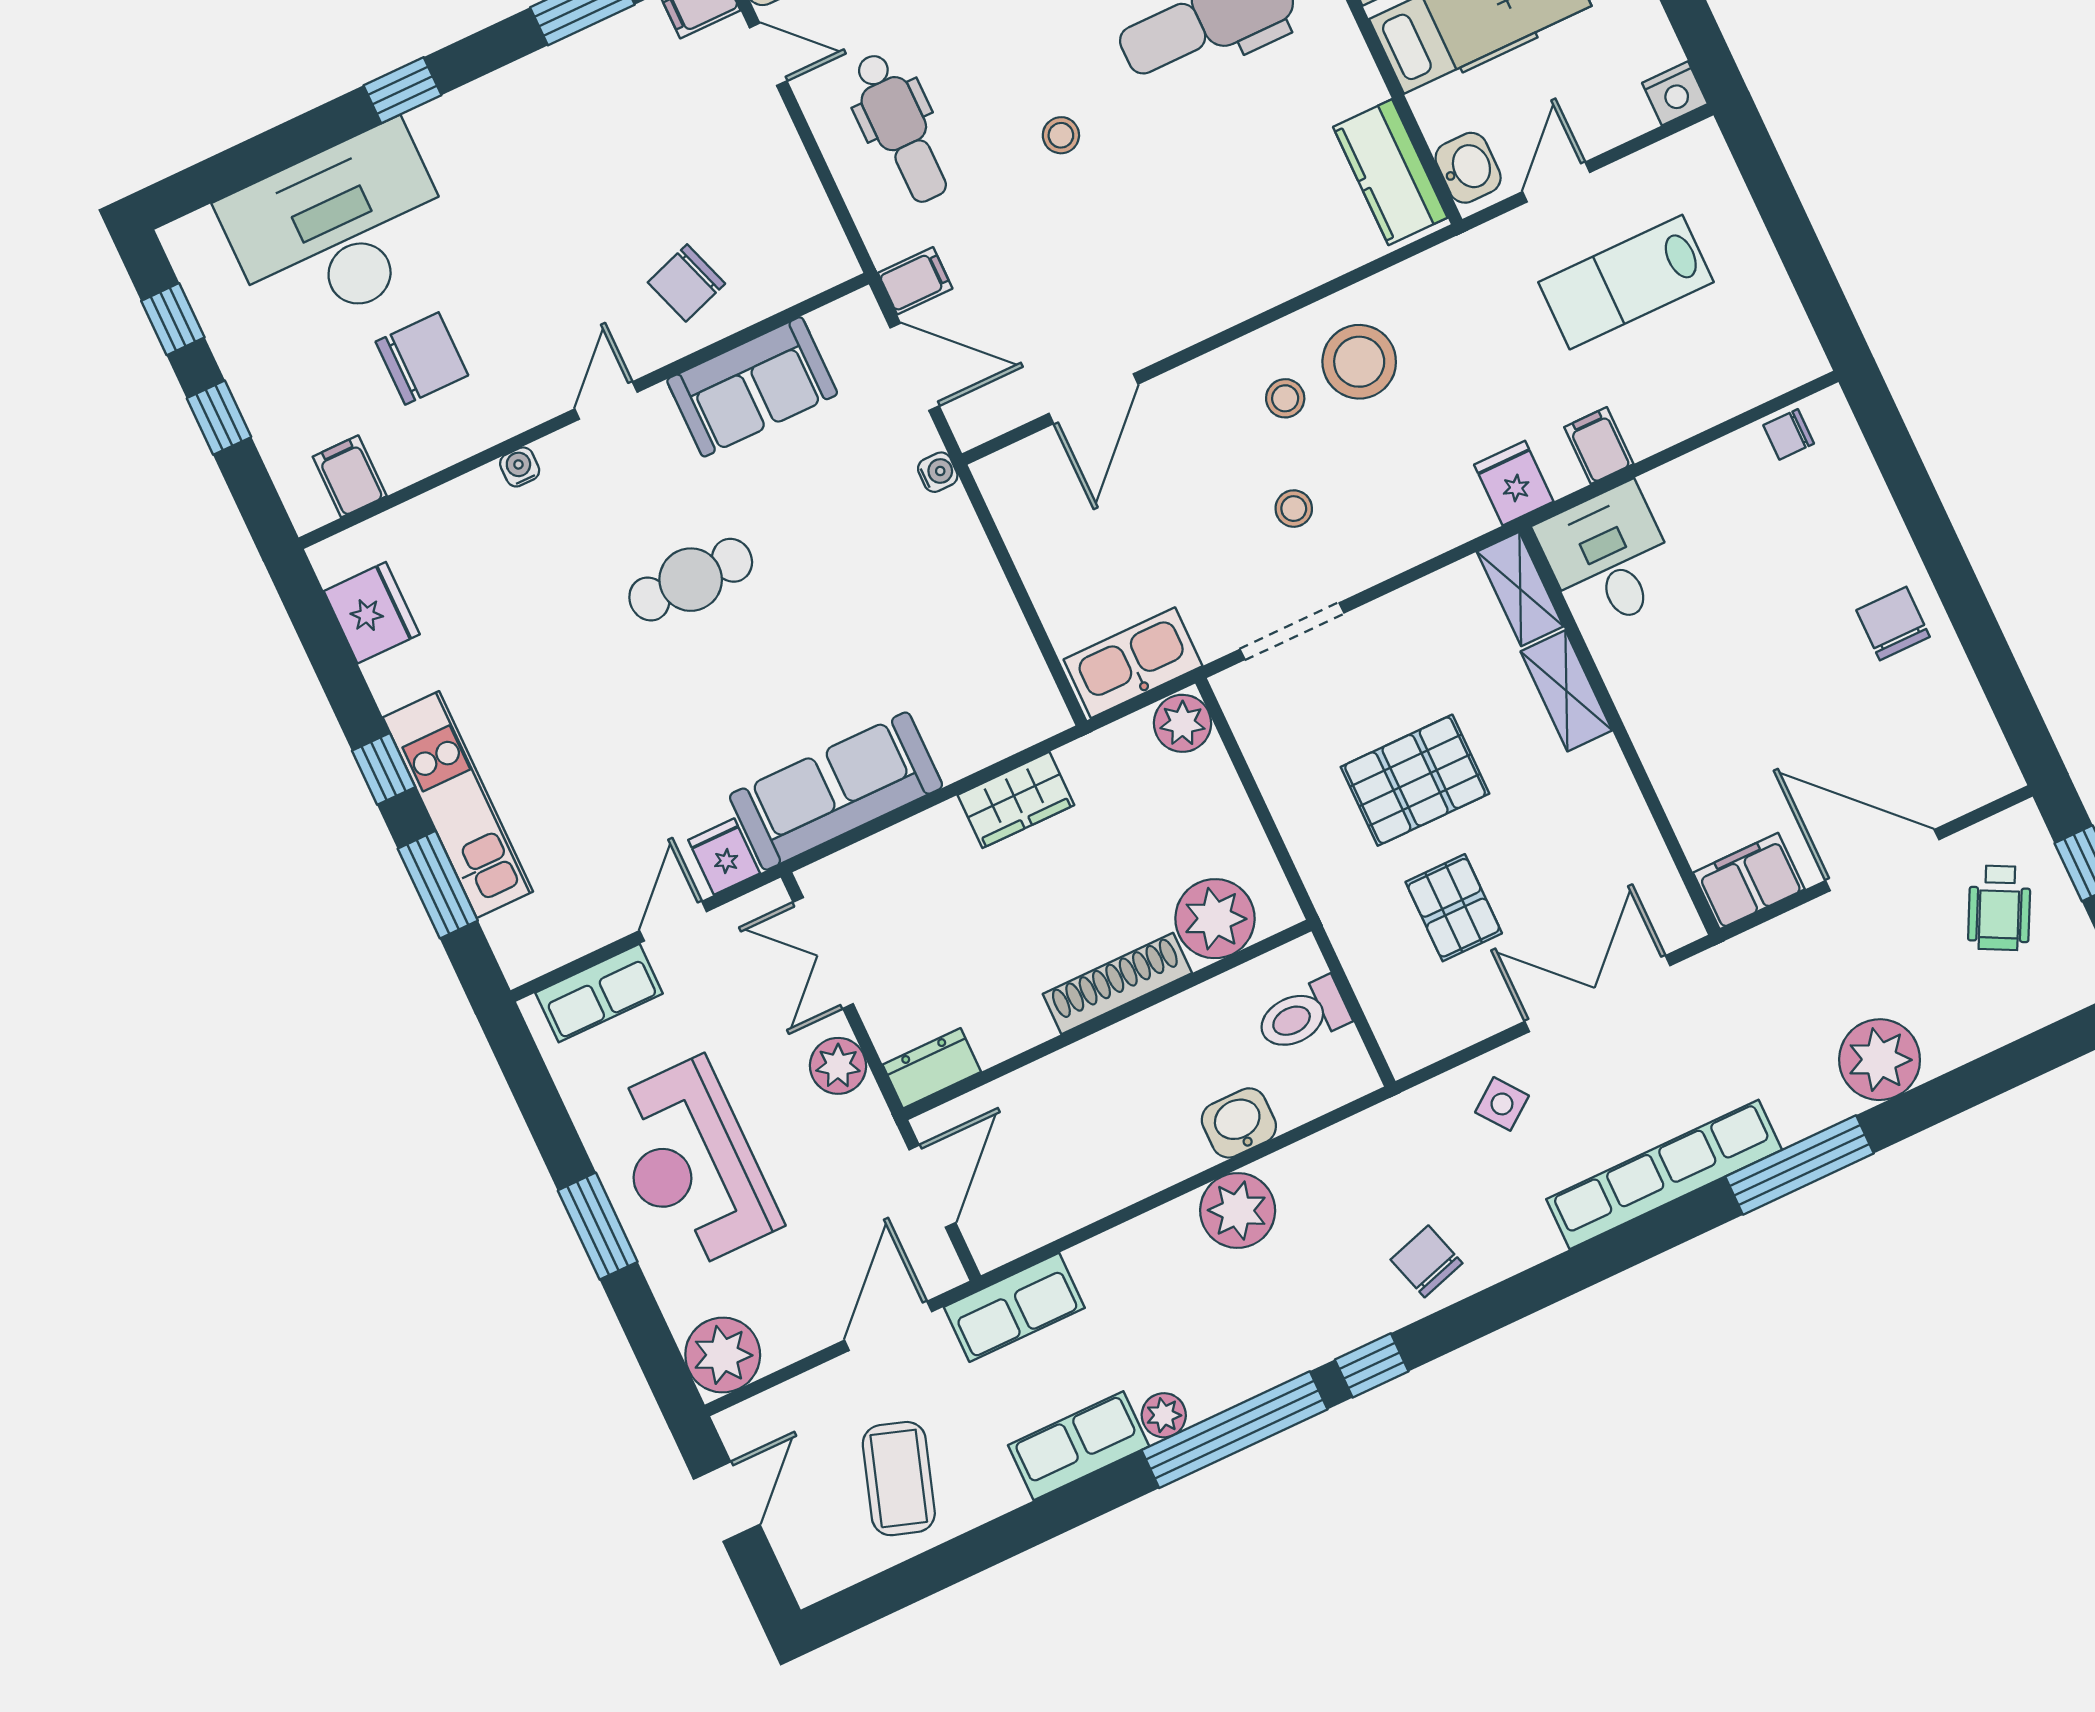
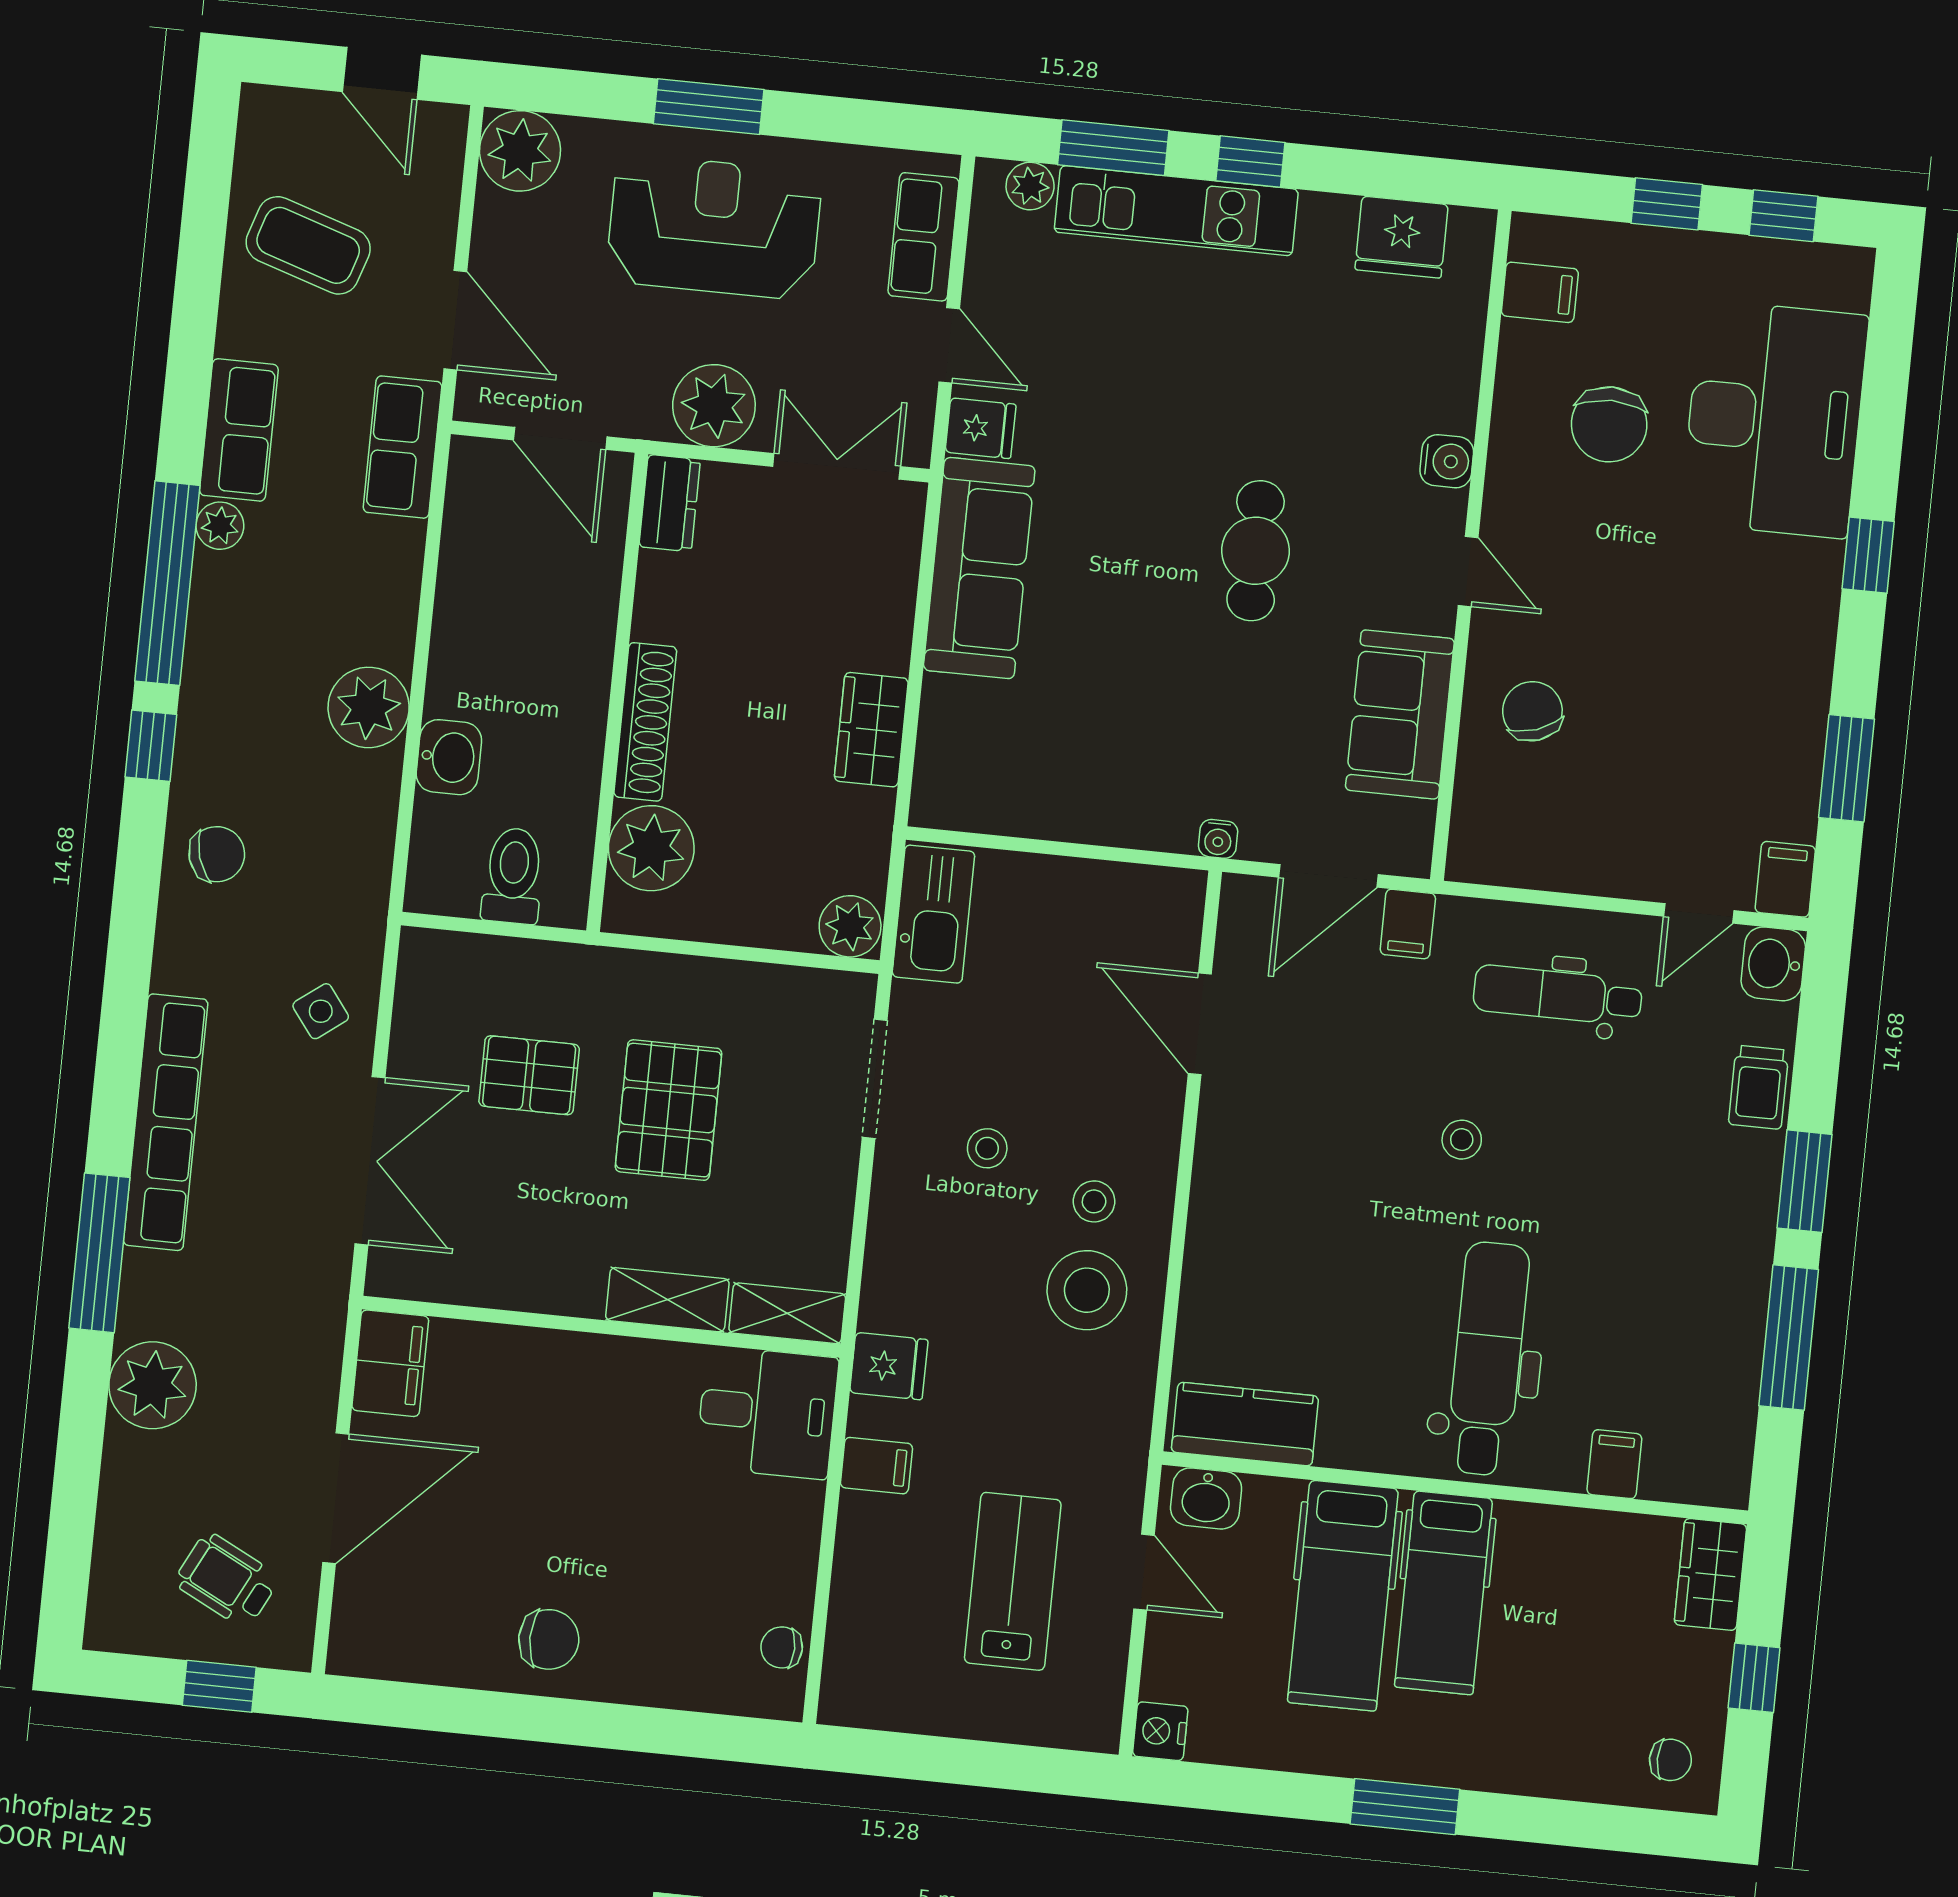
chair: (1789, 434) -> (782, 1647), turned -90
water cooler: (520, 467) -> (1447, 461), width x1.38, depth x1.38
plant: (508, 933) -> (1030, 186), added
plant: (838, 1066) -> (714, 406), width x1.36, depth x1.36

